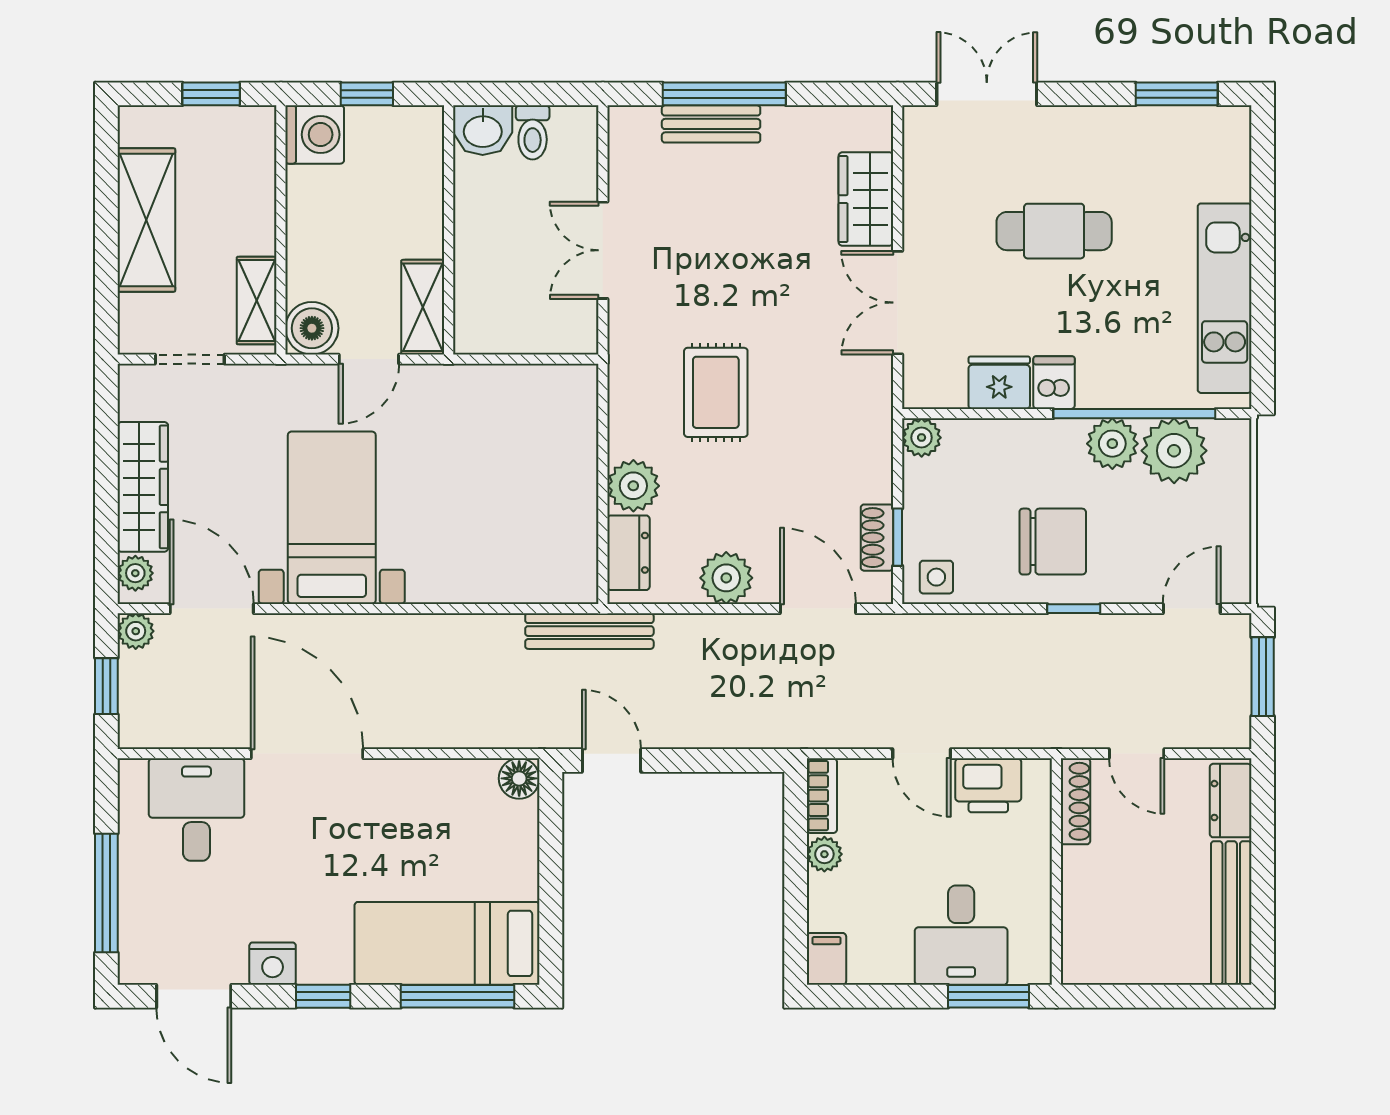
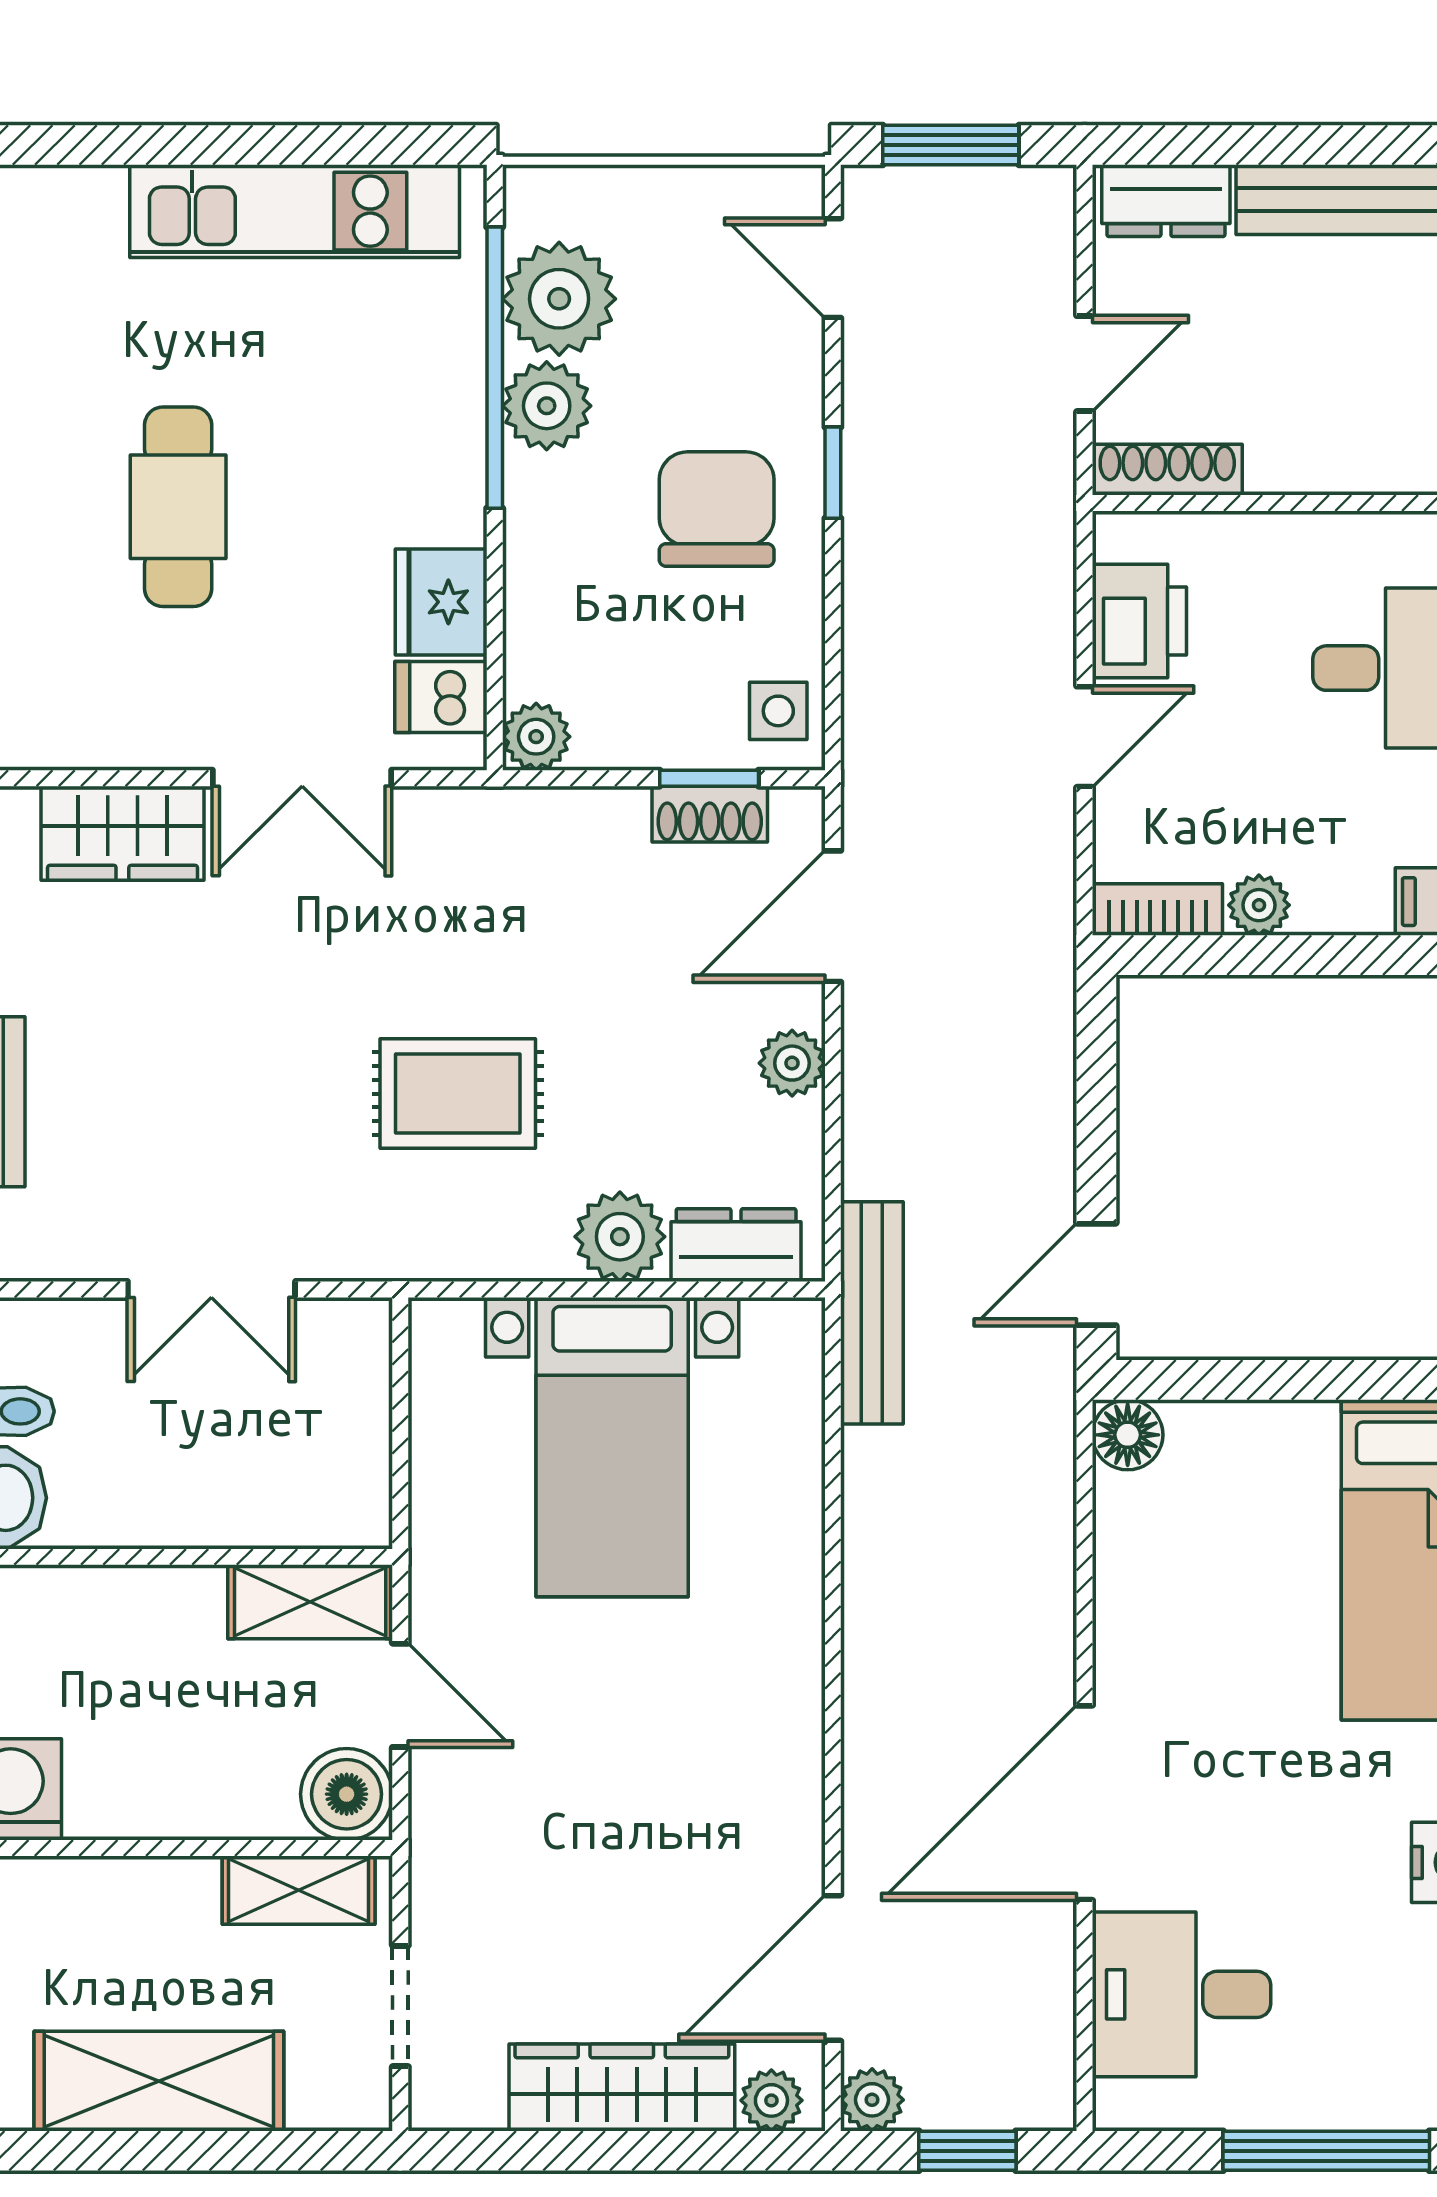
dishwasher: (1054, 383) -> (441, 697), moved
bed with nightstands: (332, 518) -> (612, 1447), moved, turned -90
plant: (726, 578) -> (792, 1063), width x0.73, depth x0.73

